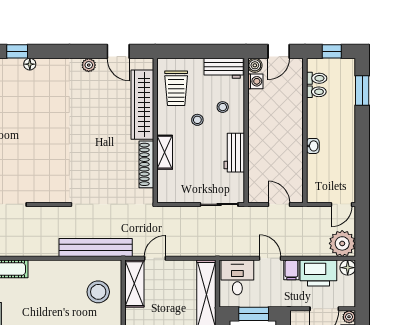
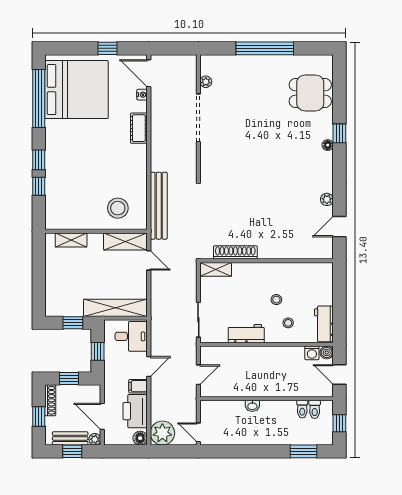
trolley: (176, 88) -> (305, 280), removed
wardrobe: (142, 105) -> (290, 249), removed
shelving: (165, 152) -> (216, 269), moved
window: (254, 314) -> (98, 351), width x0.67

